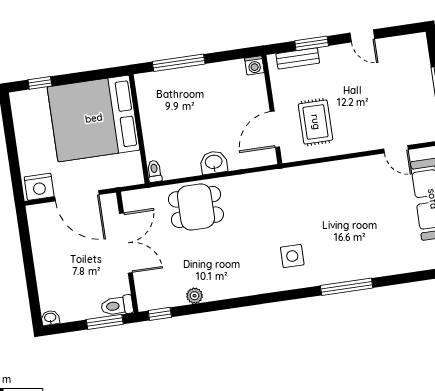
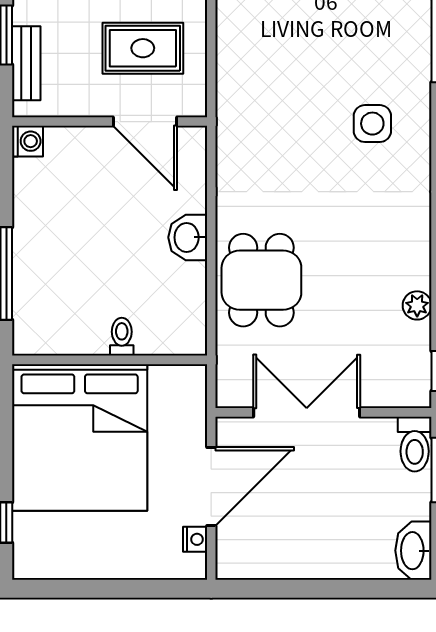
toilet: (154, 171) -> (122, 337), moved, turned 90
nightstand: (39, 187) -> (195, 539), width x0.53, depth x0.56
washbasin: (50, 318) -> (413, 551), width x1.91, depth x1.45

